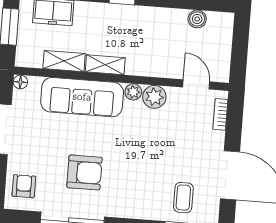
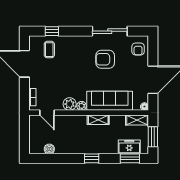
shelving: (64, 61) -> (137, 120), moved

